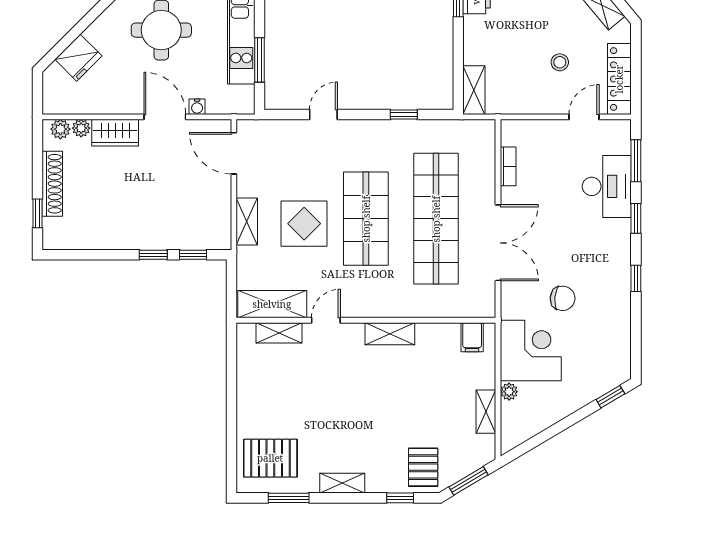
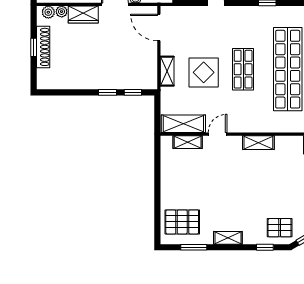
window: (38, 213) -> (34, 47), moved
shop shelf: (366, 219) -> (243, 69), width x0.70, depth x0.74
pallet: (423, 467) -> (280, 228), turned 90

